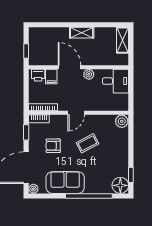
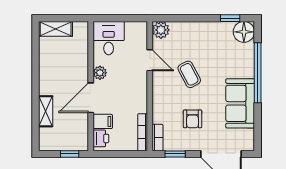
shelving: (82, 33) -> (46, 111), moved
door: (76, 113) -> (150, 60), moved
plant: (33, 189) -> (248, 145), removed

